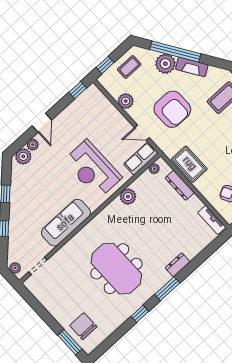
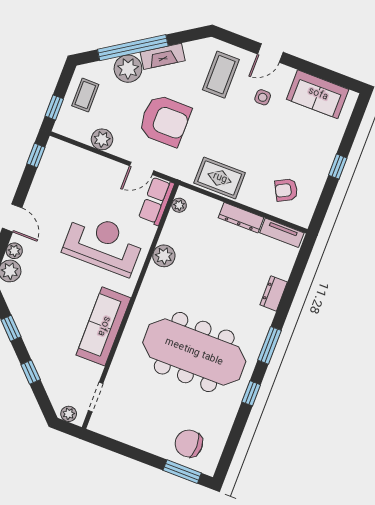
reception desk: (93, 169) -> (103, 244), turned 180
dresser: (180, 185) -> (241, 218), moved
dresser: (178, 265) -> (274, 293), moved
meeting table: (116, 269) -> (194, 352), width x1.36

